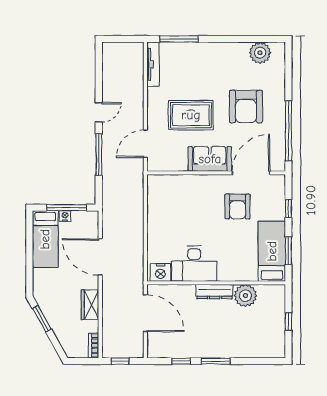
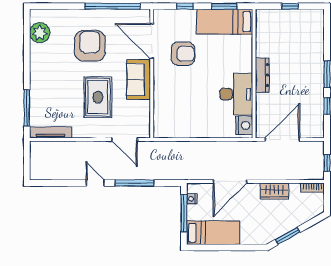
armchair: (246, 107) -> (90, 46), turned -90
nightstand: (65, 216) -> (192, 199), moved
plant: (245, 296) -> (266, 46), removed

